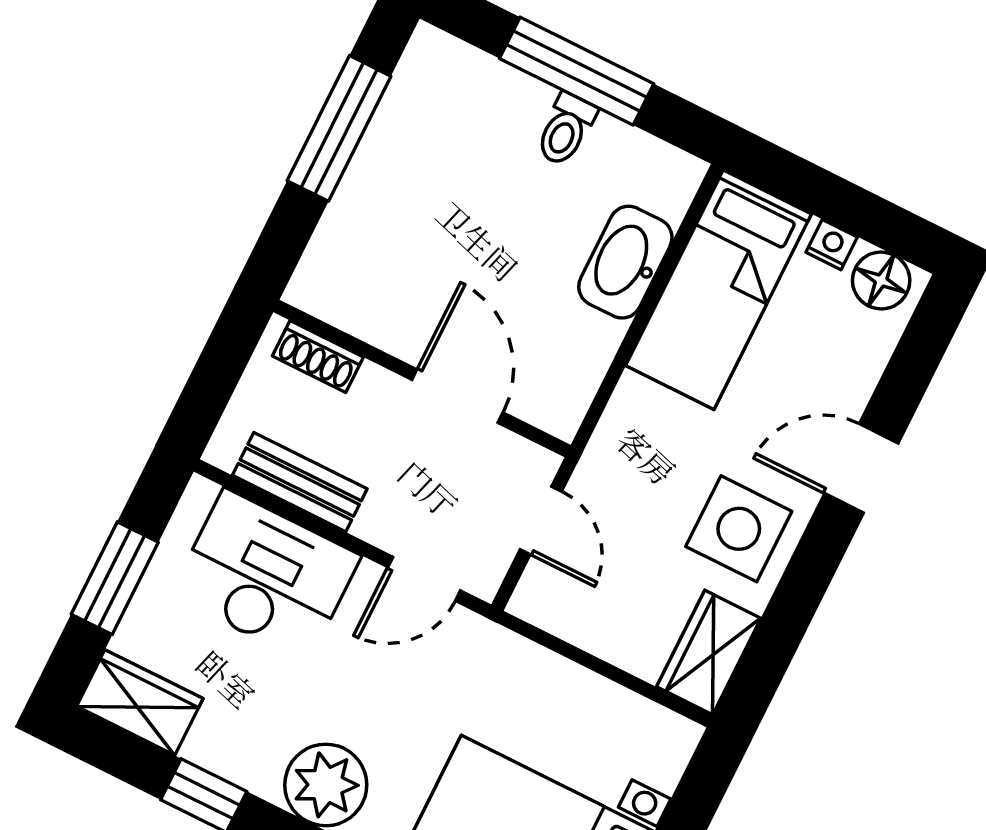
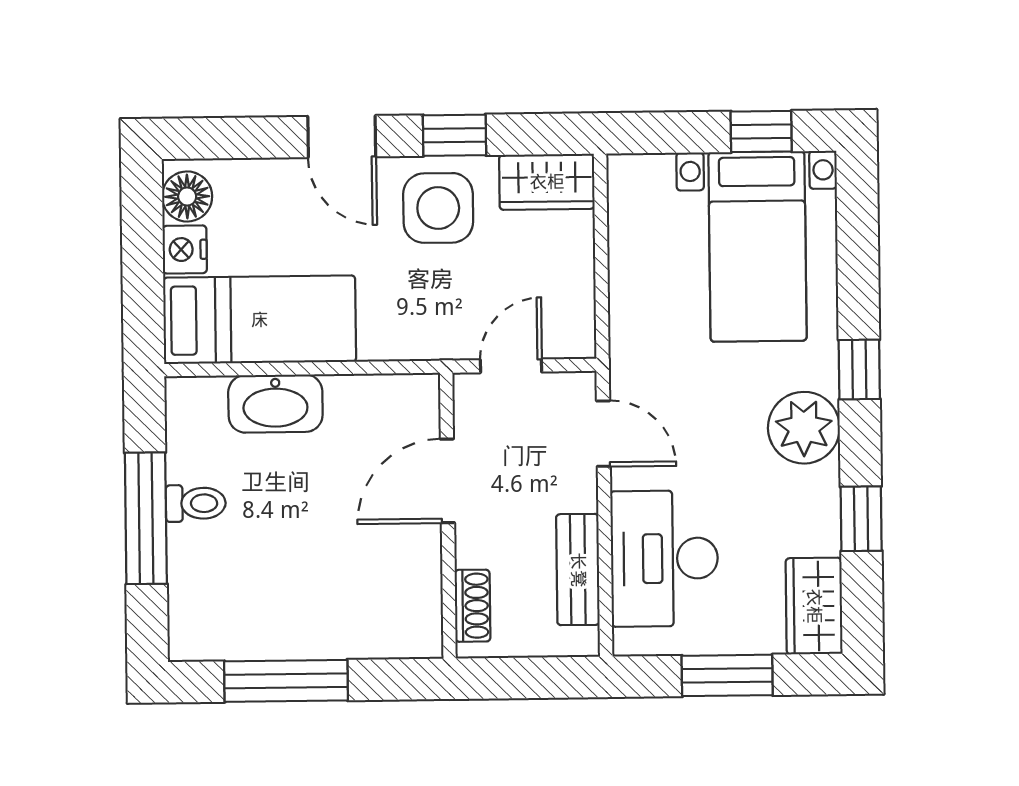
nightstand: (832, 245) -> (185, 249), width x1.39, depth x1.35
window: (804, 583) -> (455, 135), added

